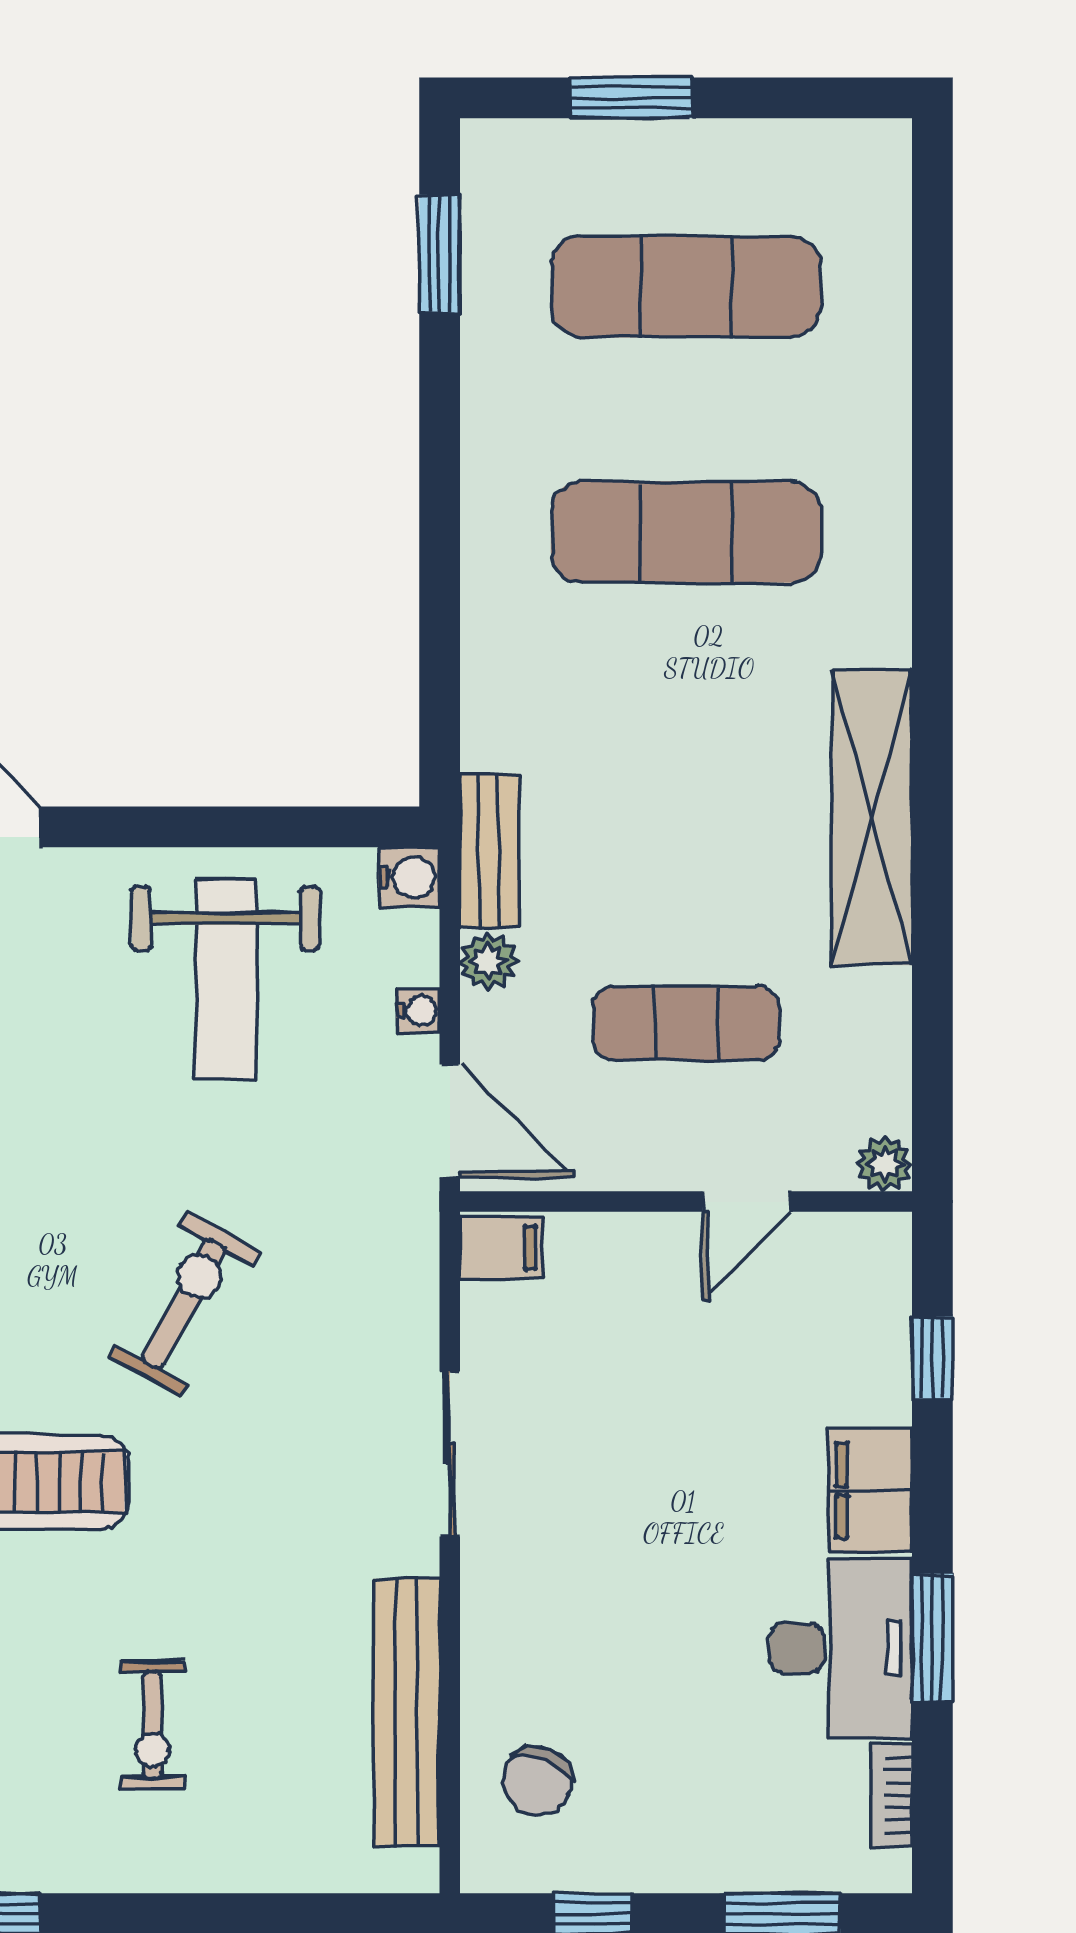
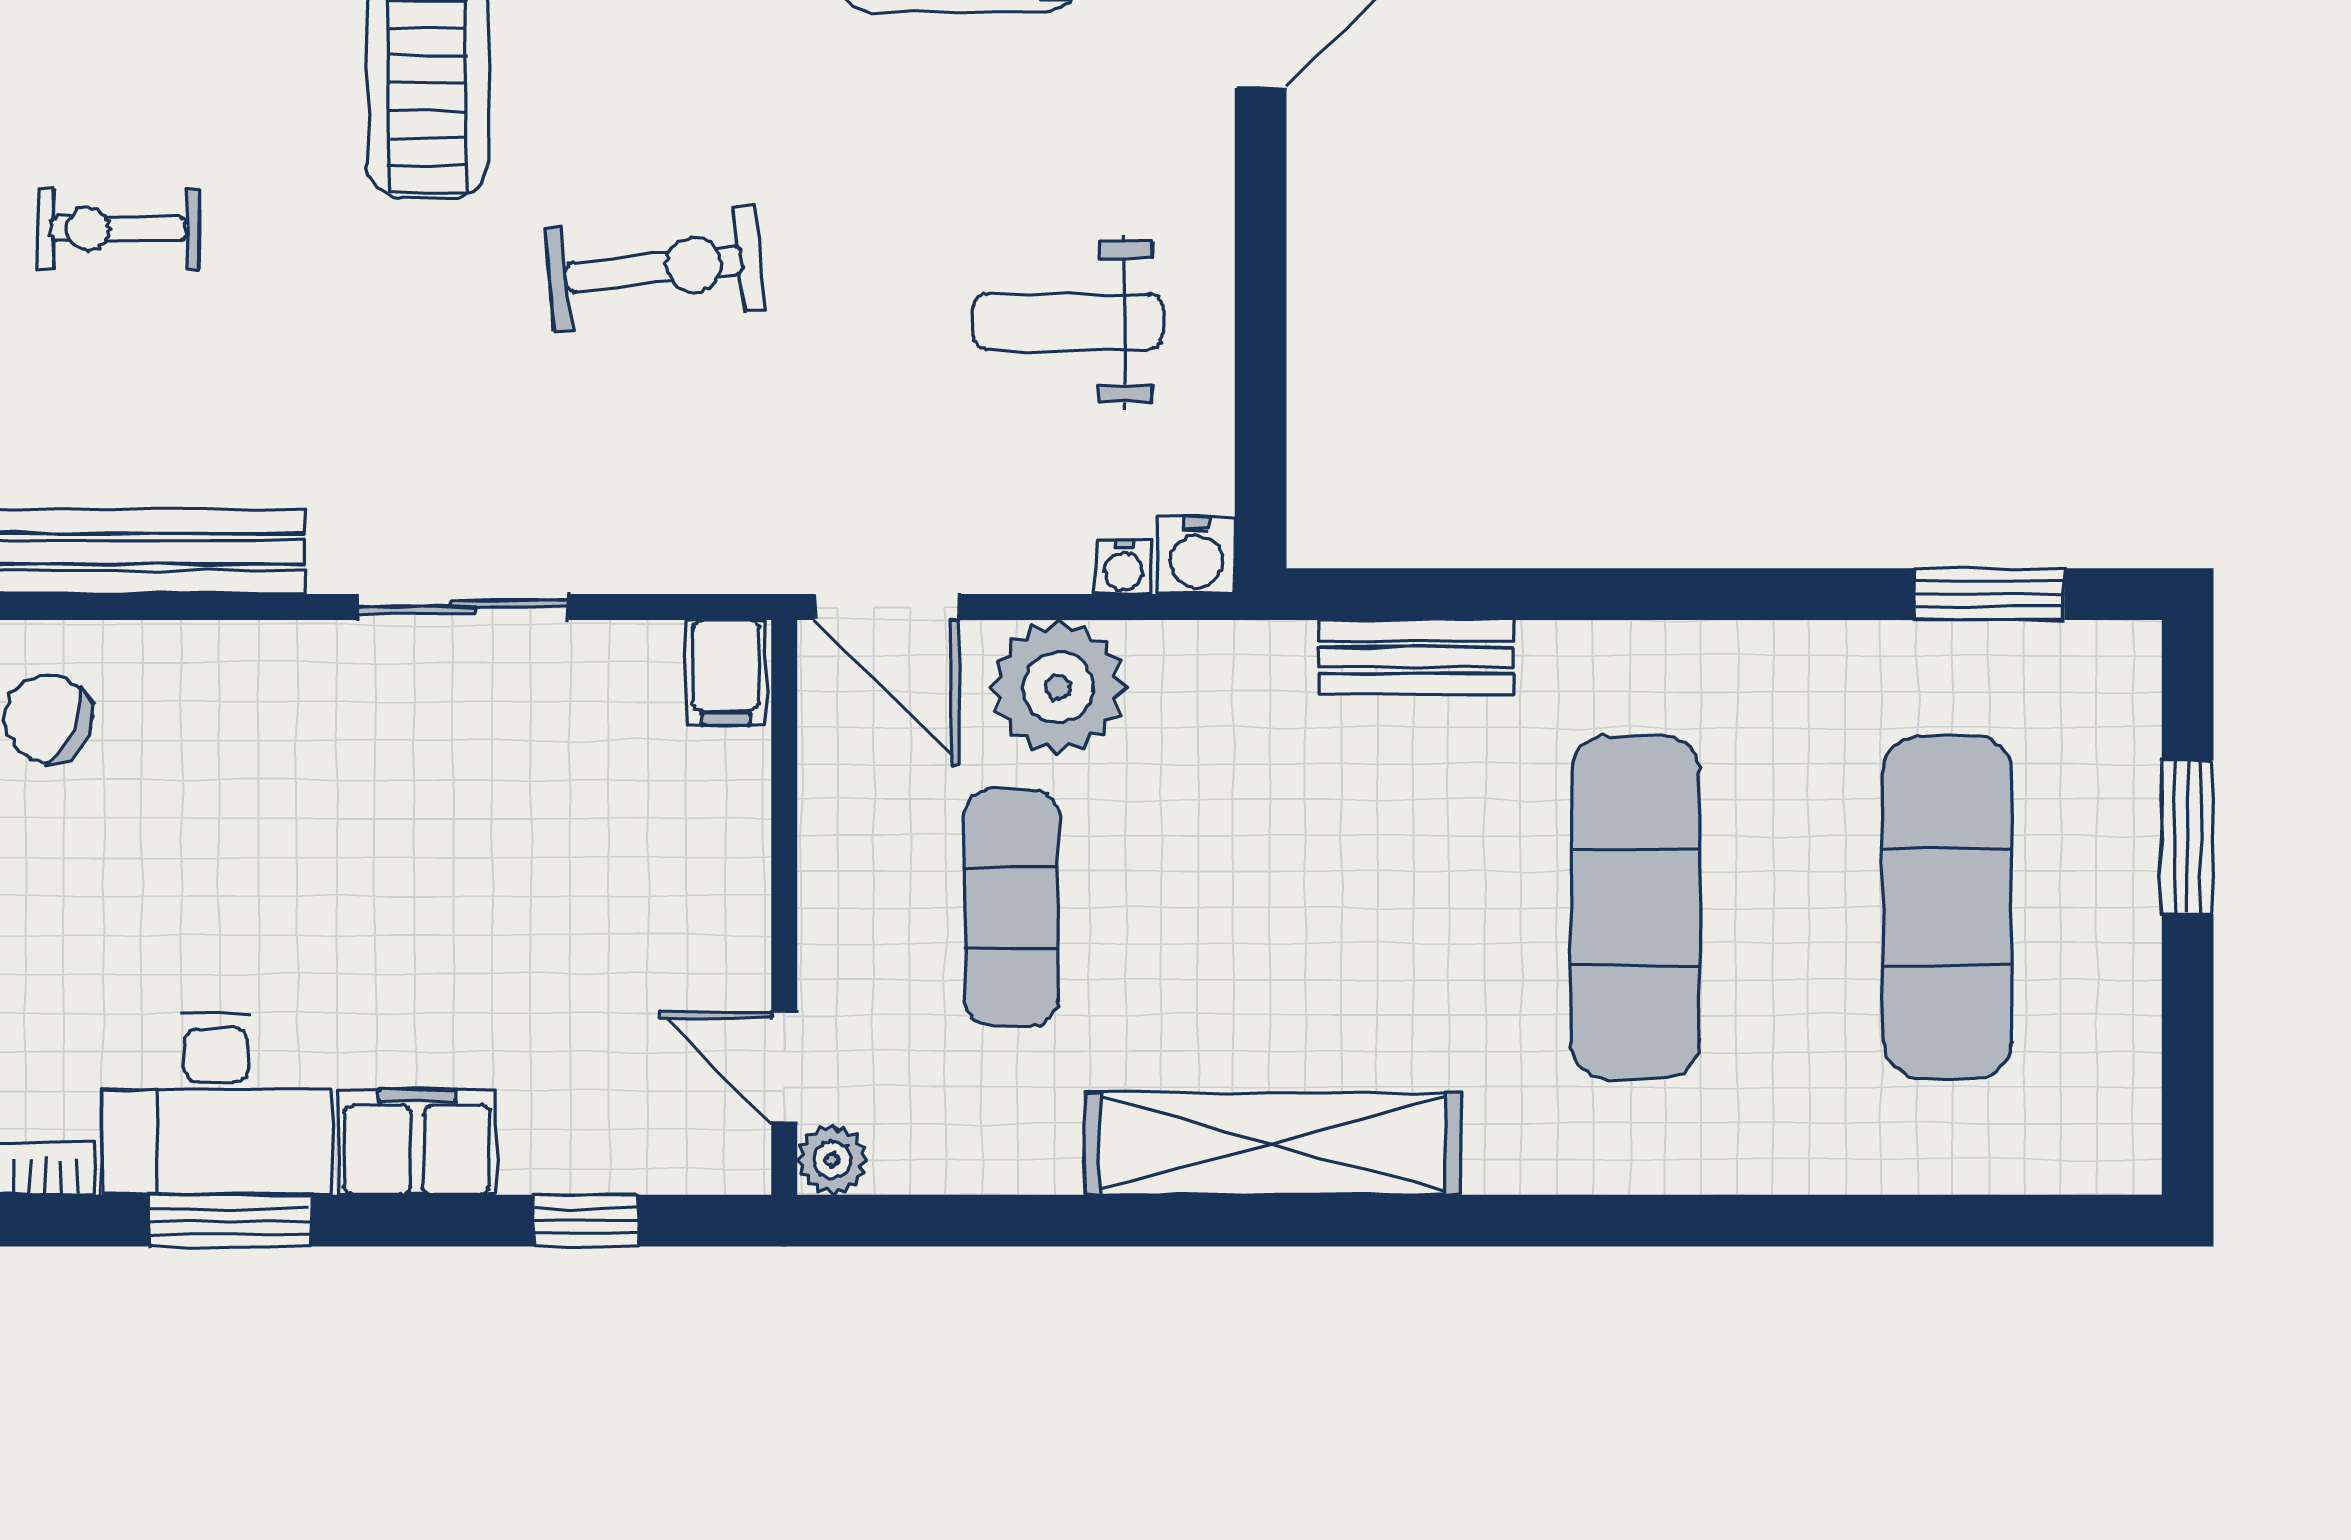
bench: (489, 851) -> (1416, 657), moved
plant: (488, 961) -> (1058, 687), width x1.87, depth x1.87
weight bench: (226, 979) -> (1068, 322), width x0.73, depth x0.75
water cooler: (418, 1011) -> (1123, 567), moved
door: (450, 1121) -> (887, 607), hinge flipped
door: (747, 1202) -> (784, 1067), moved
exercise bike: (184, 1304) -> (654, 269), turned -35

